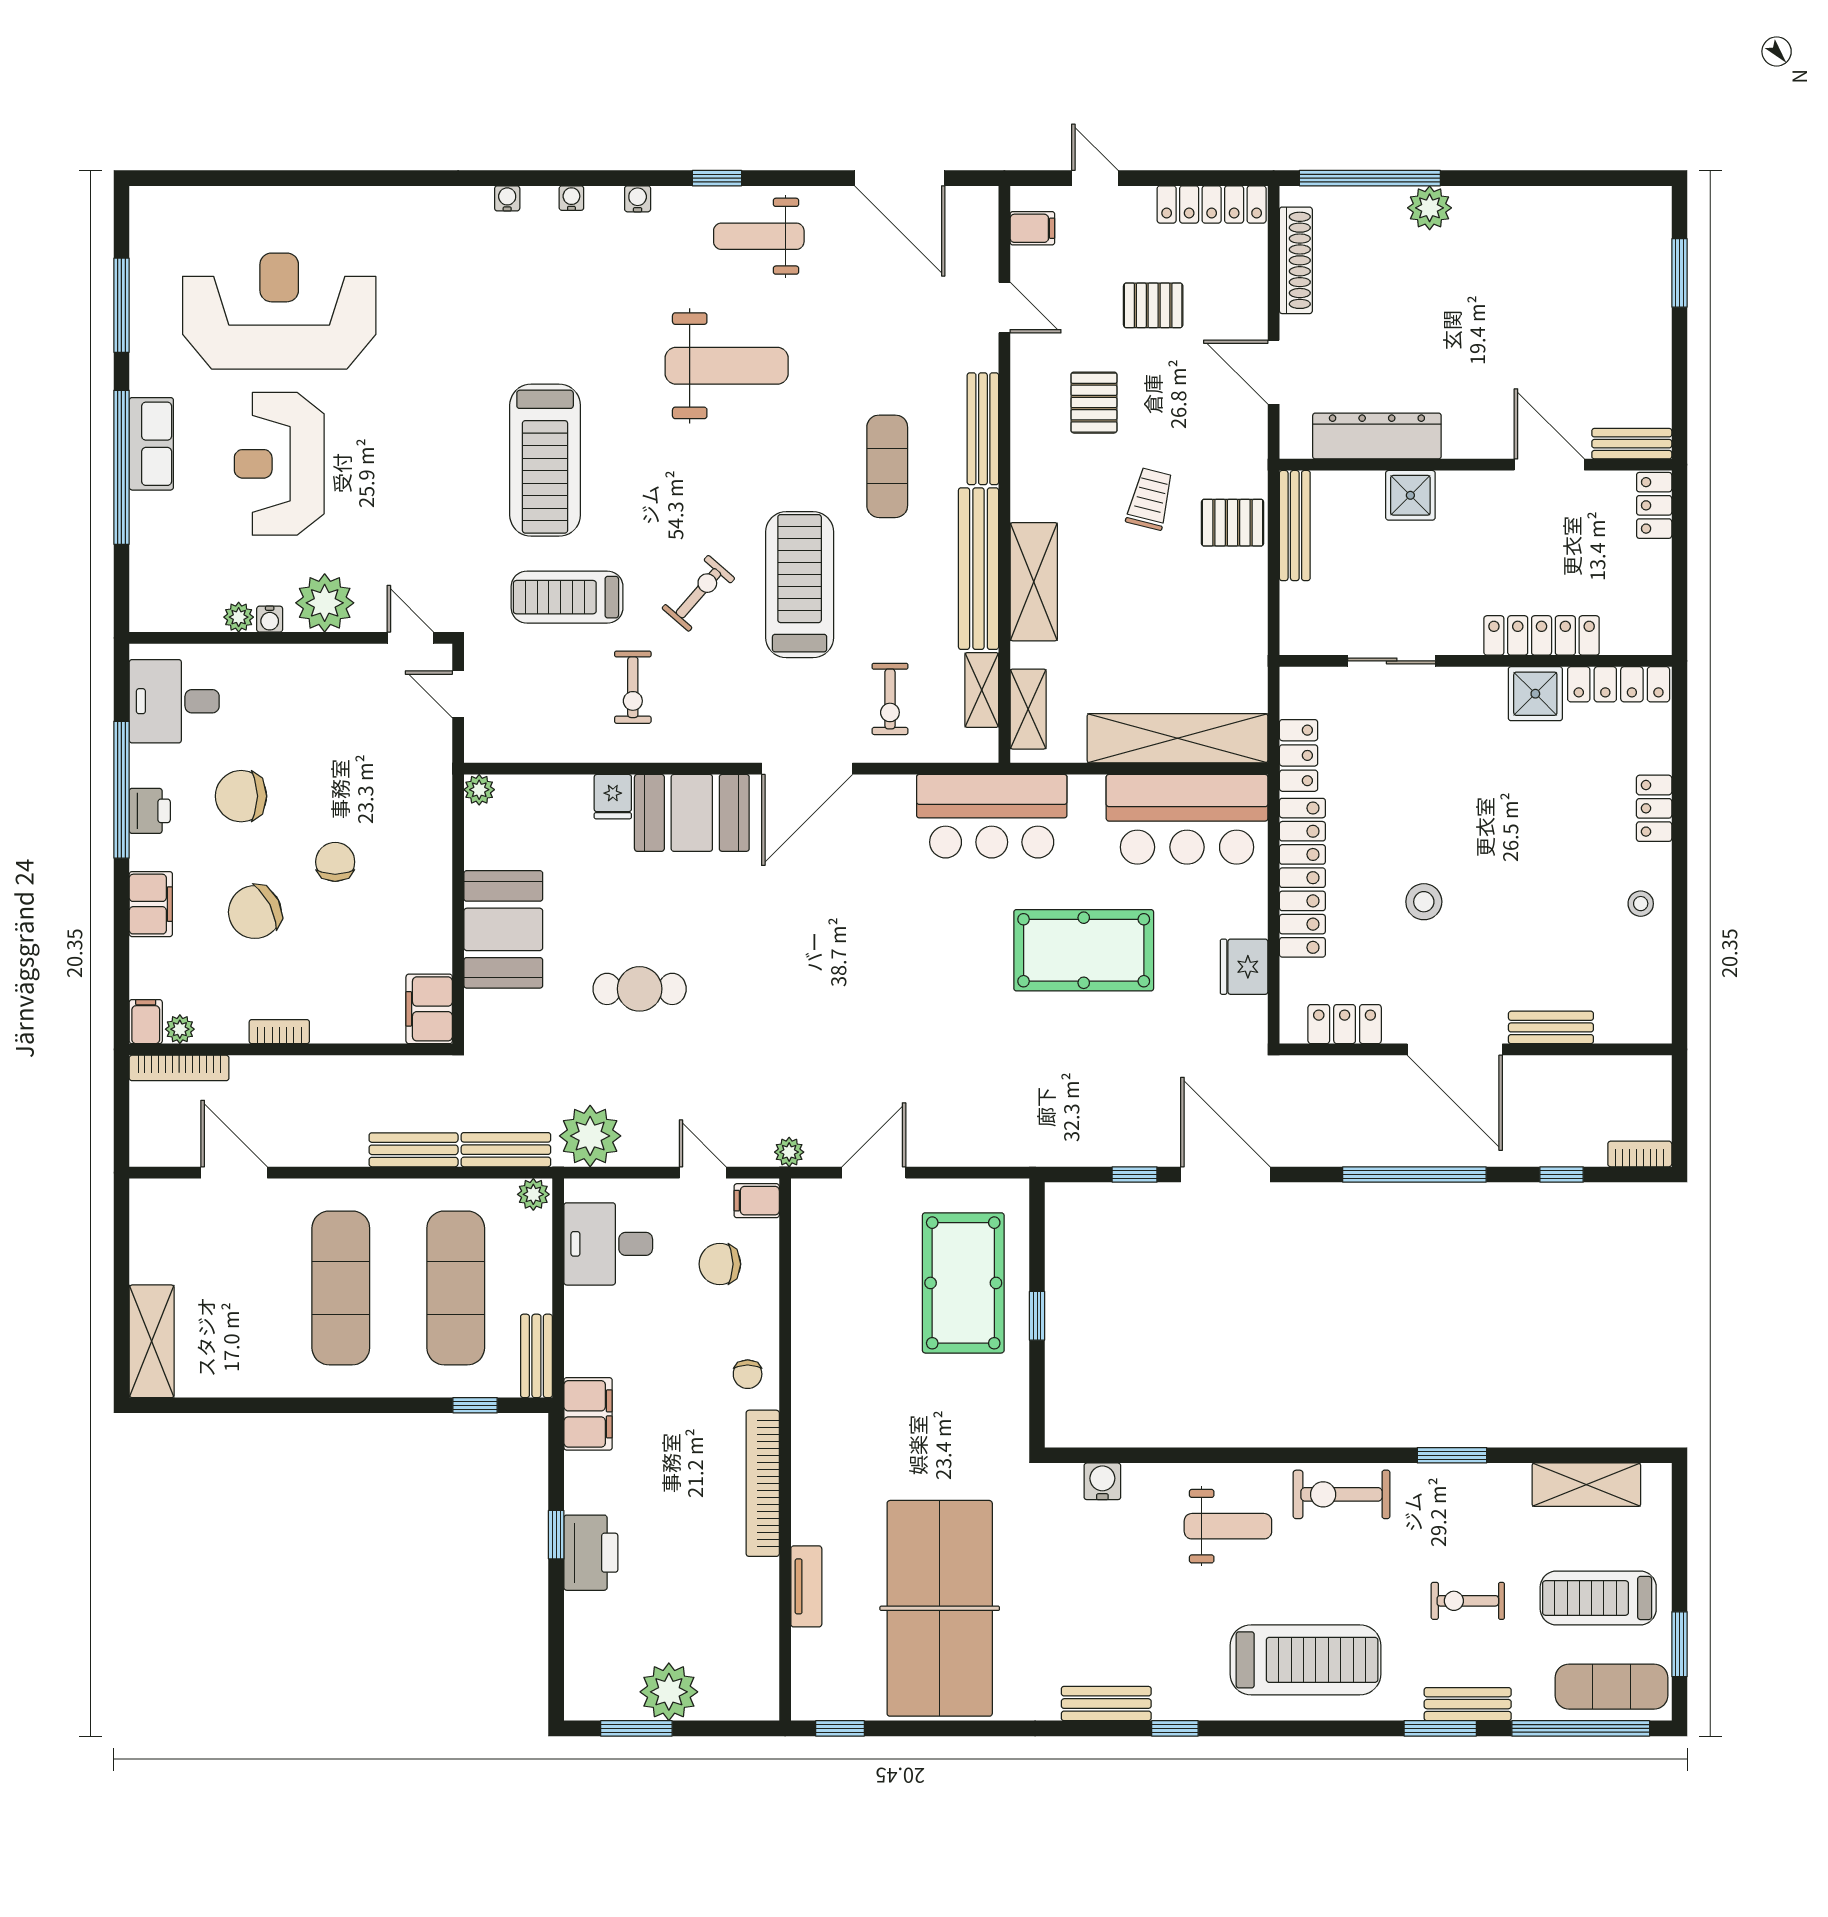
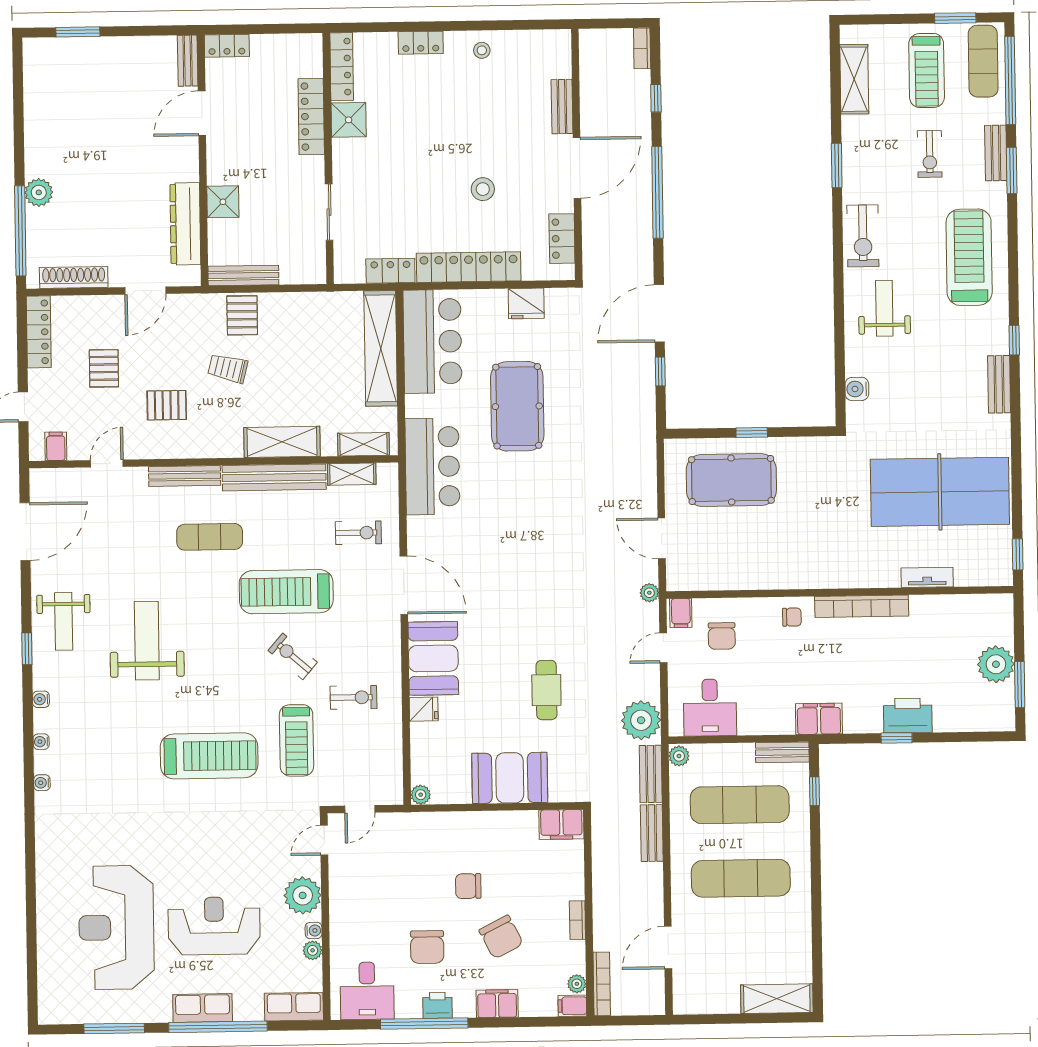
reception desk: (279, 464) -> (214, 926), turned 180
row of seats: (151, 586) -> (294, 1007), added

